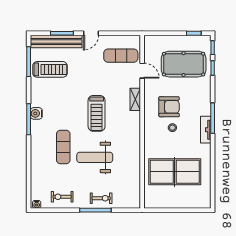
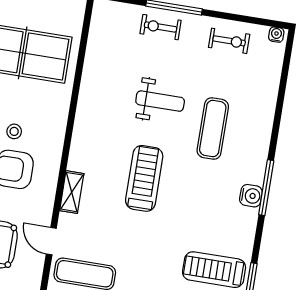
weight bench: (95, 157) -> (160, 101), width x0.73, depth x0.75

